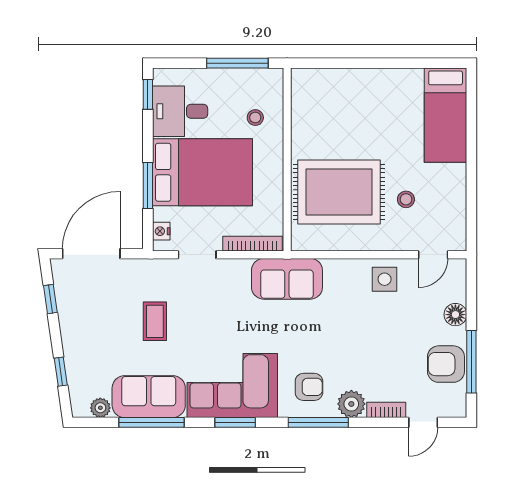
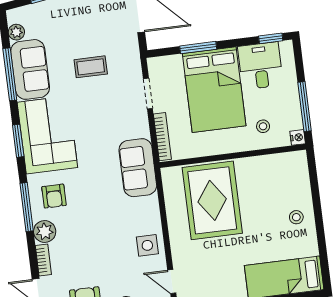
stool: (406, 199) -> (296, 217), moved
nightstand: (161, 231) -> (298, 137), moved, turned 90

